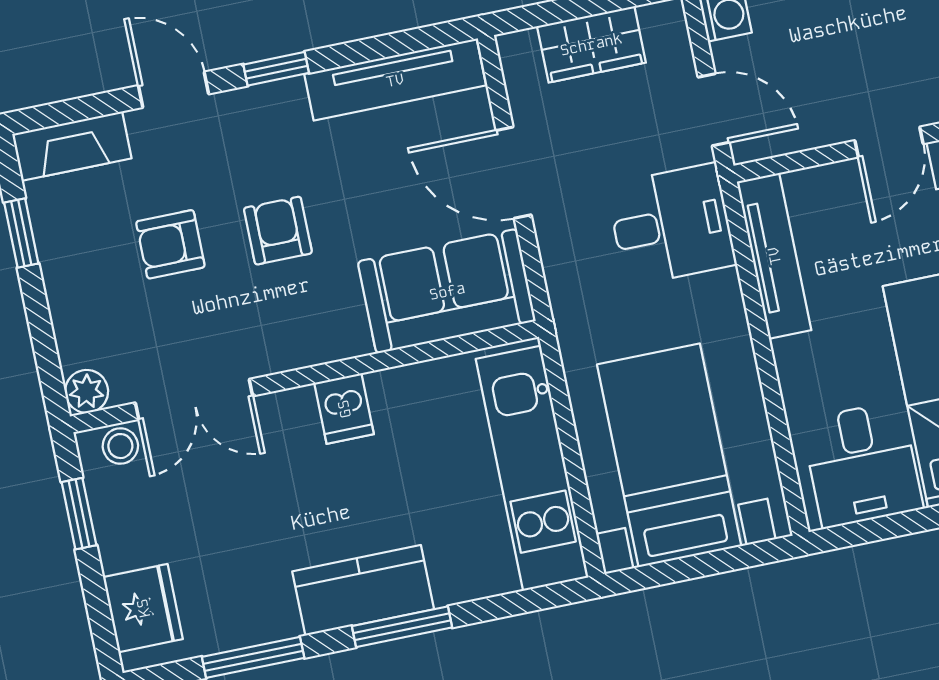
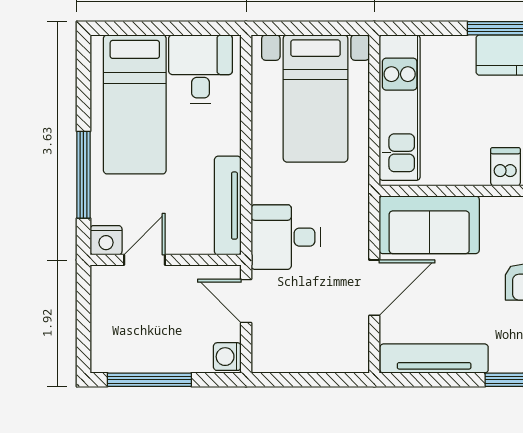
wardrobe: (591, 44) -> (312, 355), removed
door: (514, 173) -> (374, 288), hinge flipped

